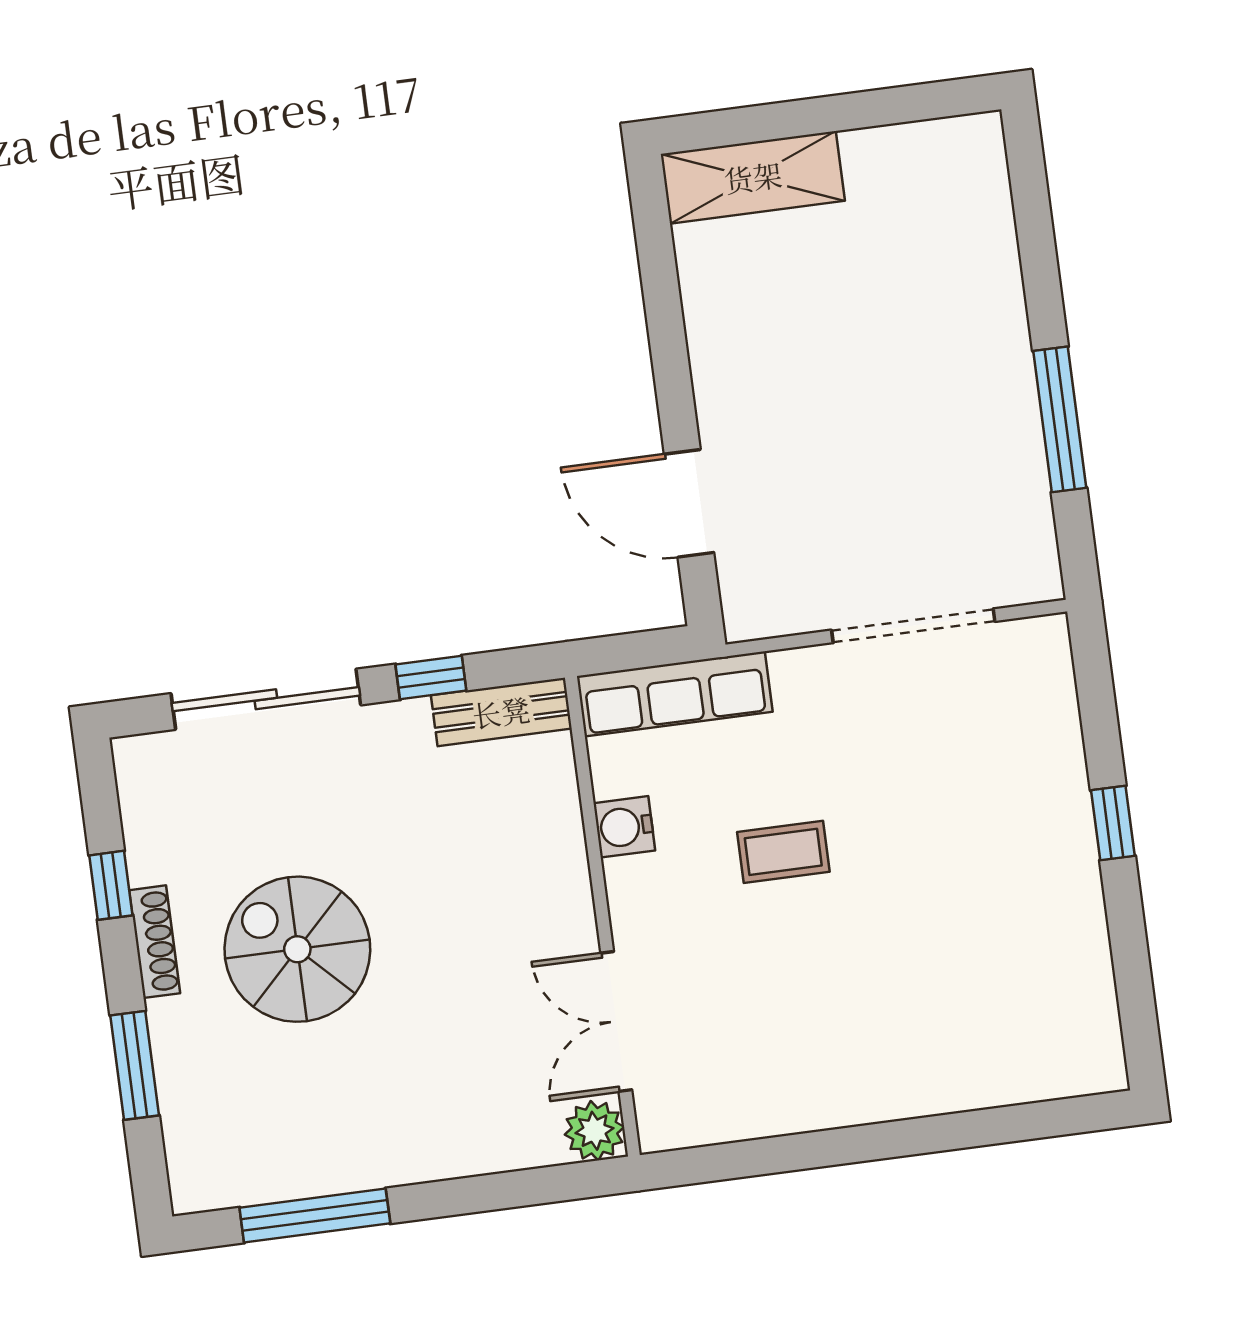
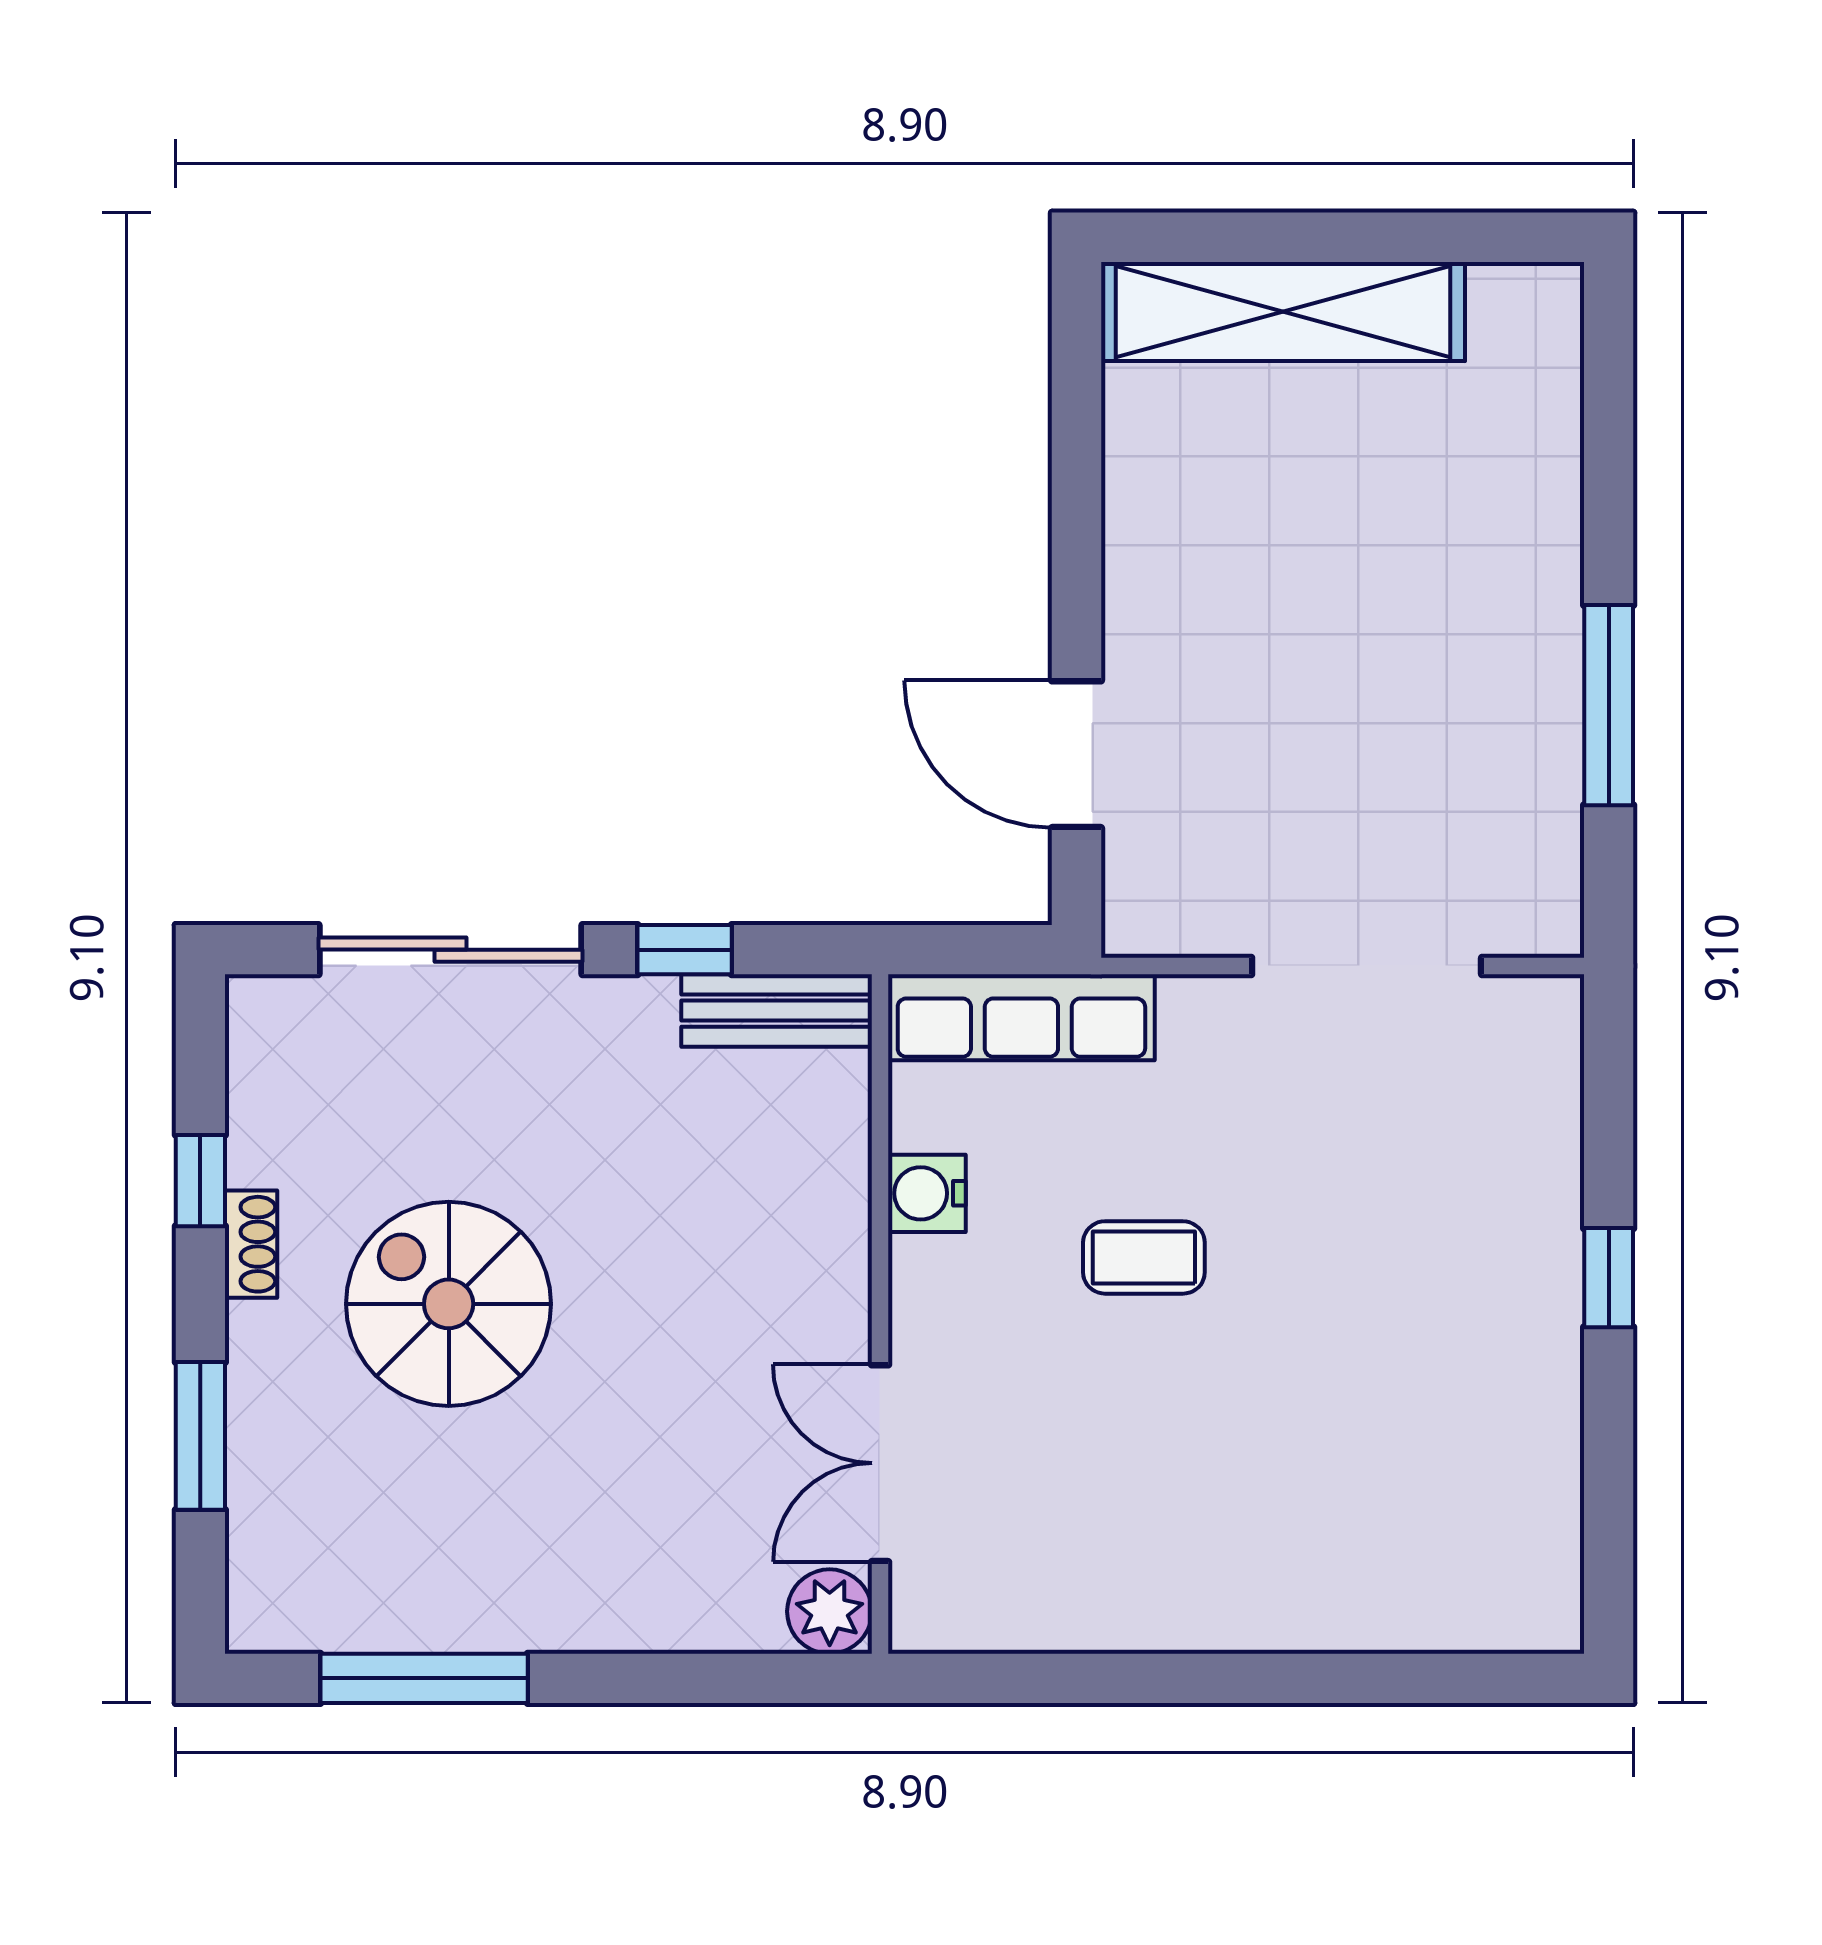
shelving: (753, 177) -> (1283, 311), width x1.47
shoe rack: (155, 942) -> (251, 1244), width x0.70

